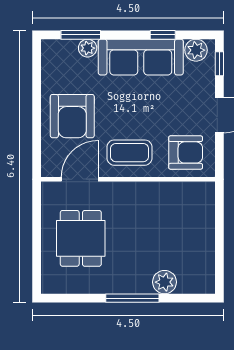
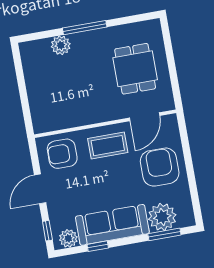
plant: (88, 48) -> (162, 217), width x1.87, depth x1.87

